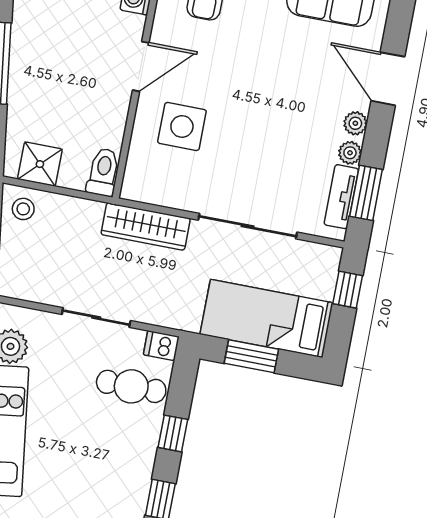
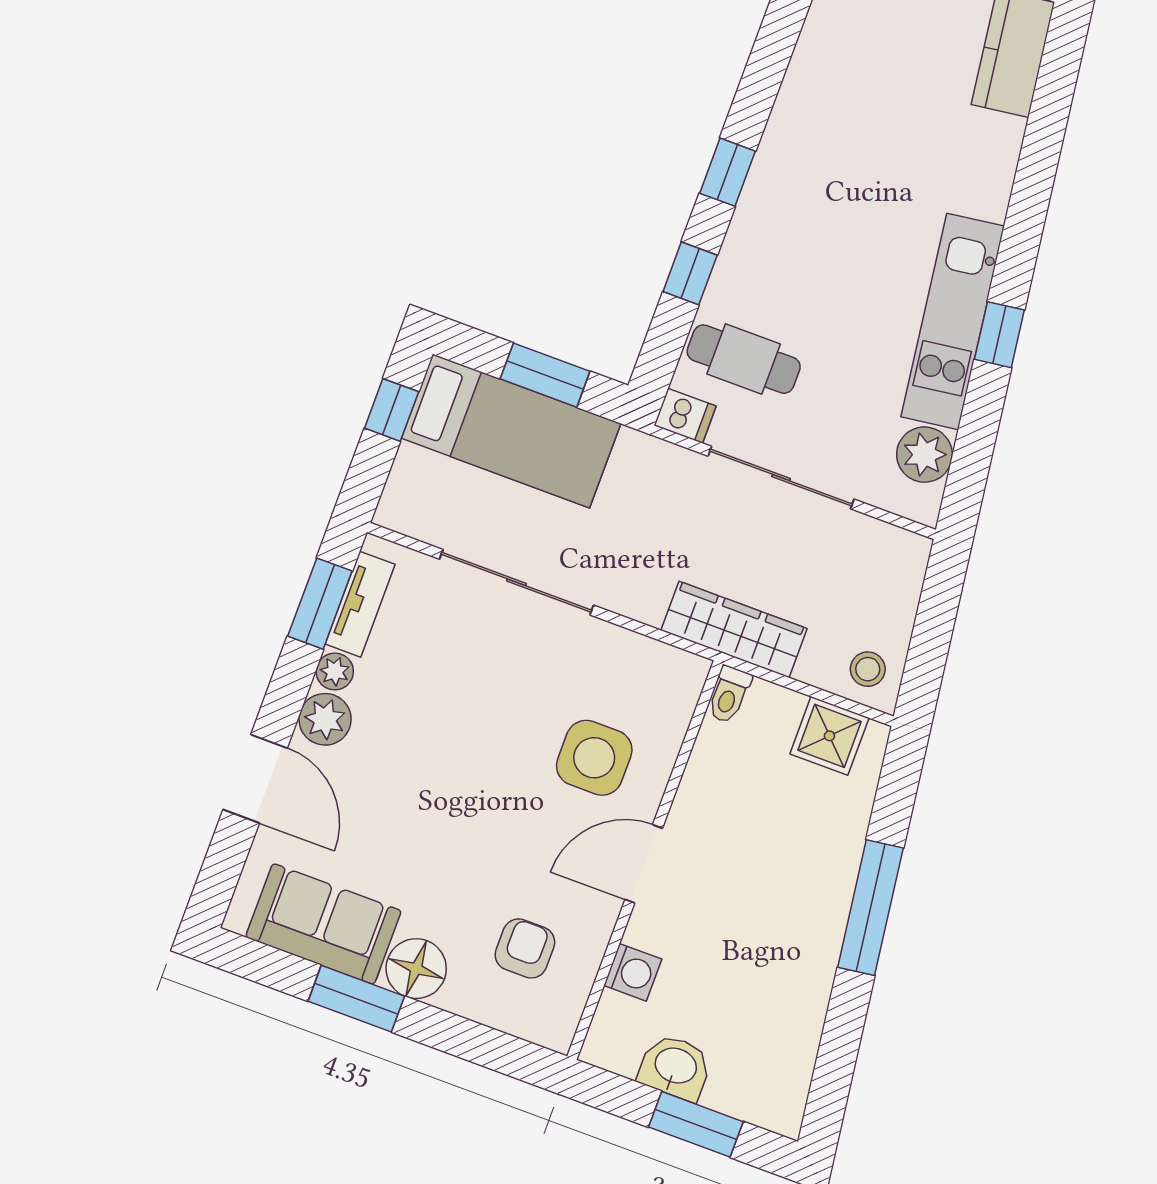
plant: (355, 123) -> (325, 719), width x1.38, depth x1.38
toilet: (103, 172) -> (729, 695), width x0.73, depth x0.72
wardrobe: (146, 226) -> (734, 629), moved
window: (348, 290) -> (392, 410), moved
sliding door: (96, 318) -> (781, 478), width x1.37

